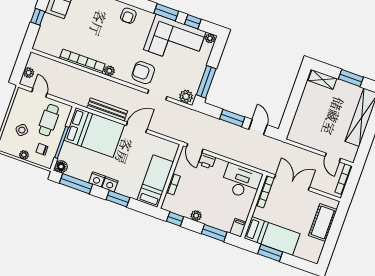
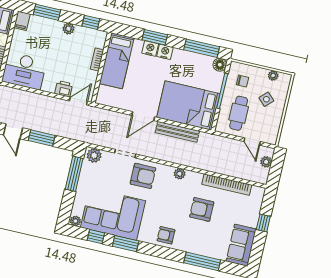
armchair: (128, 16) -> (166, 235), turned -90
armchair: (93, 36) -> (202, 209), added
bookcase: (82, 61) -> (227, 185), moved
door: (195, 148) -> (78, 101), hinge flipped
plant: (24, 155) -> (273, 76), moved
nightstand: (97, 179) -> (150, 48), moved

